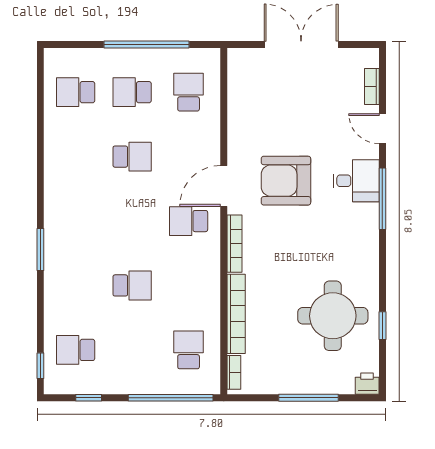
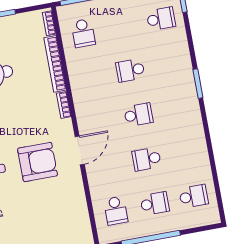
school desk: (189, 221) -> (138, 115), moved
bookcase: (234, 244) -> (64, 105), width x0.64

